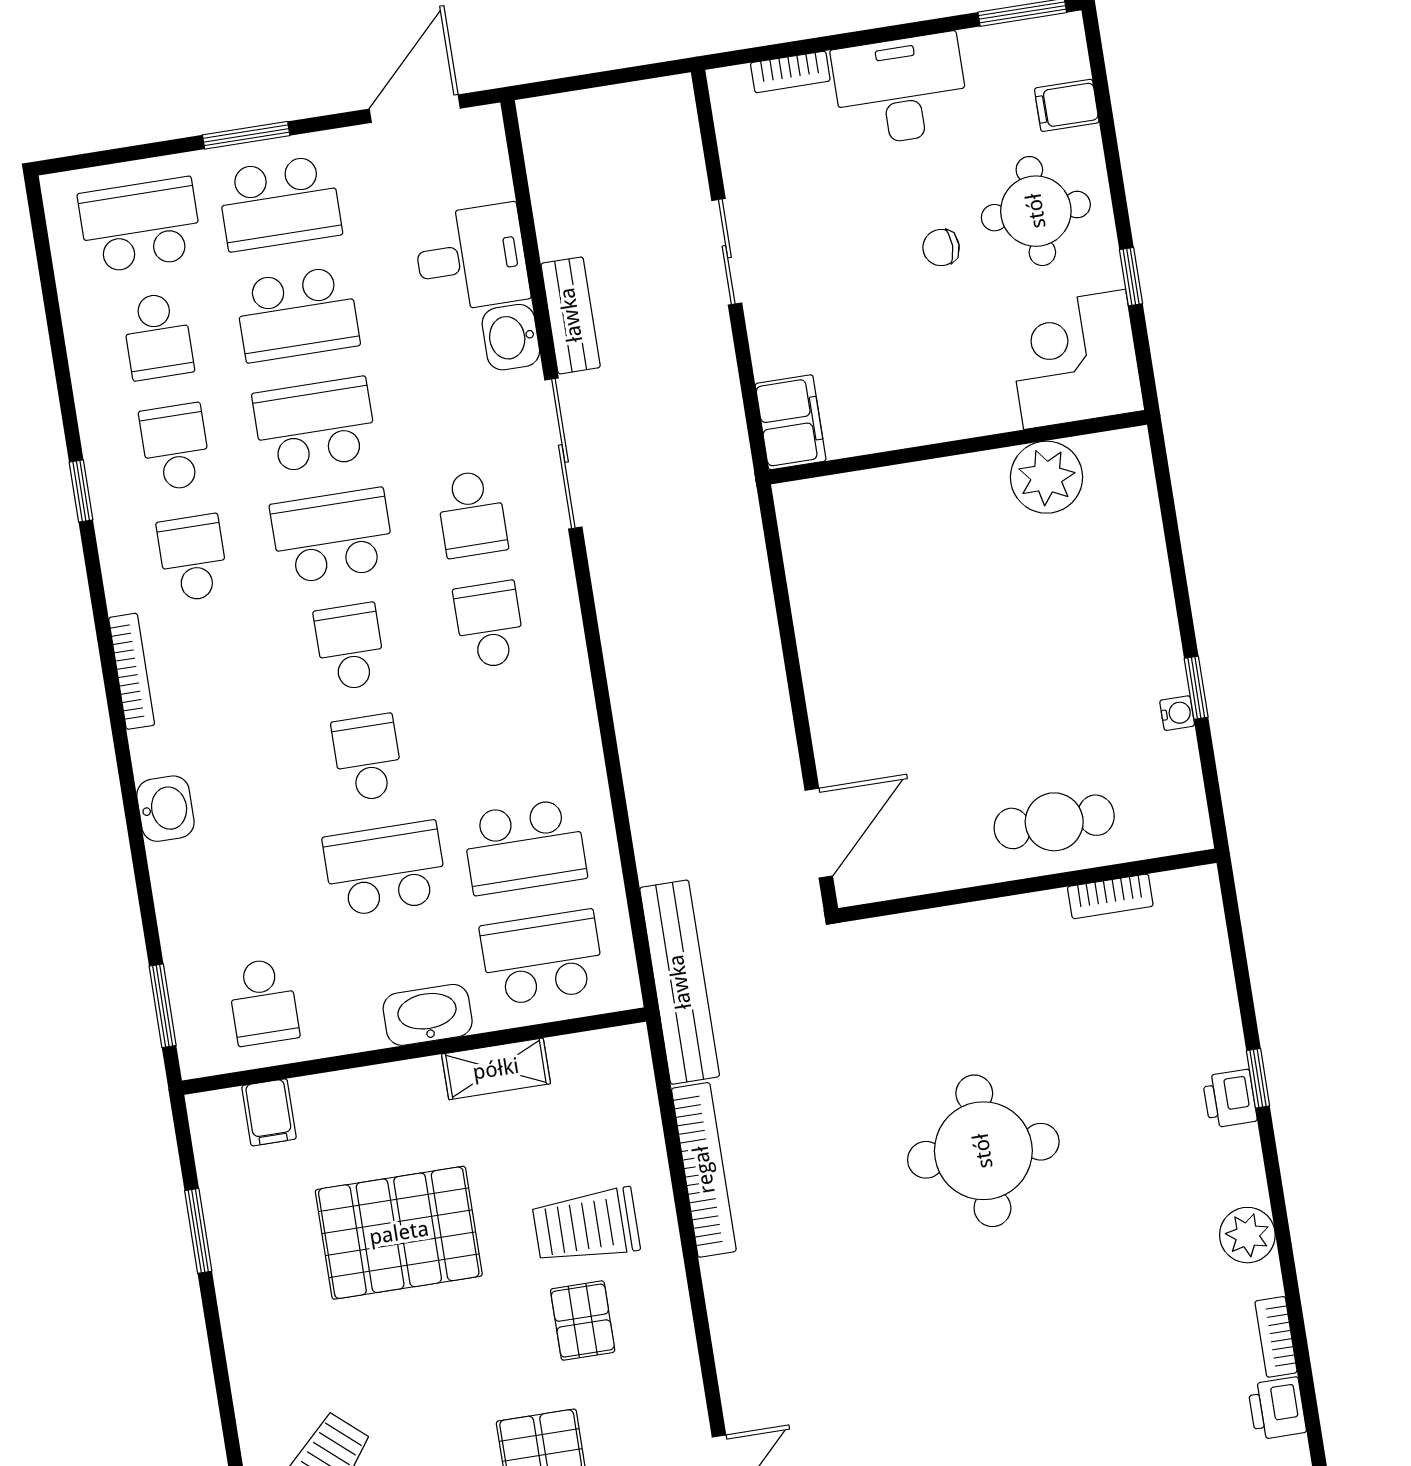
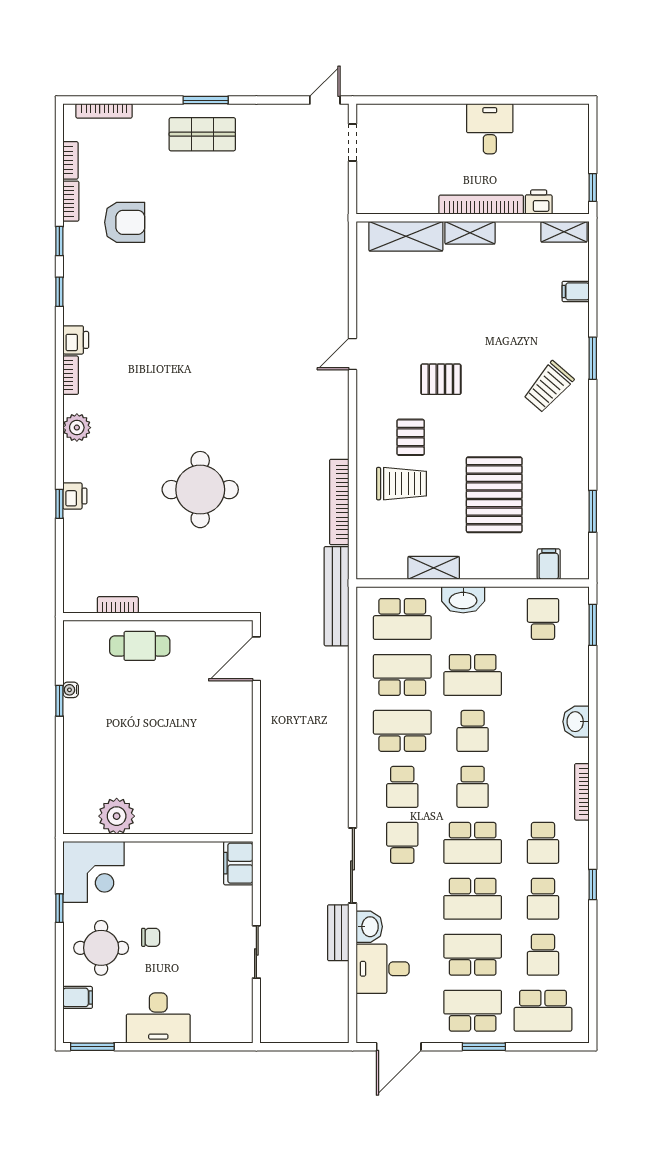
bookcase: (790, 72) -> (211, 1035), removed
school desk: (158, 336) -> (543, 955), turned 180
school desk: (507, 736) -> (402, 731), added
pallet: (399, 1233) -> (494, 495), turned 90

